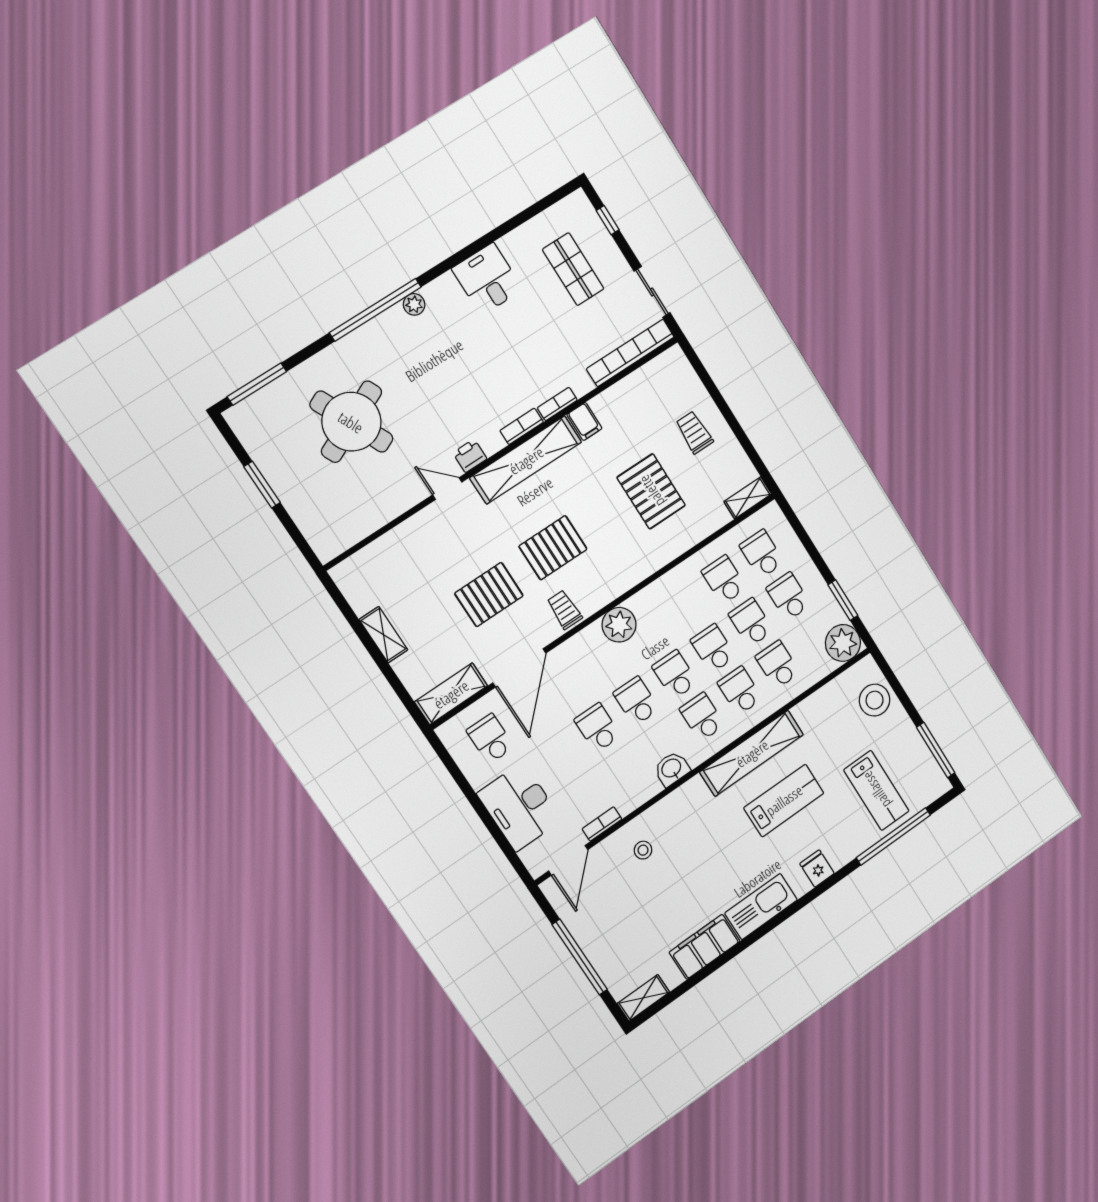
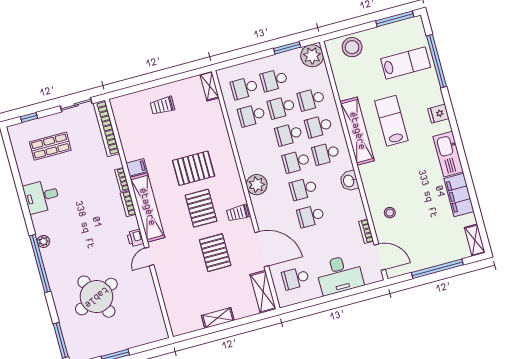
pallet: (651, 491) -> (194, 168), moved

